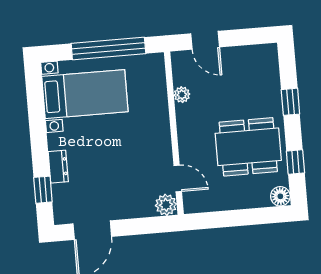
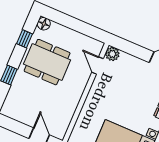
plant: (182, 95) -> (69, 113), removed

